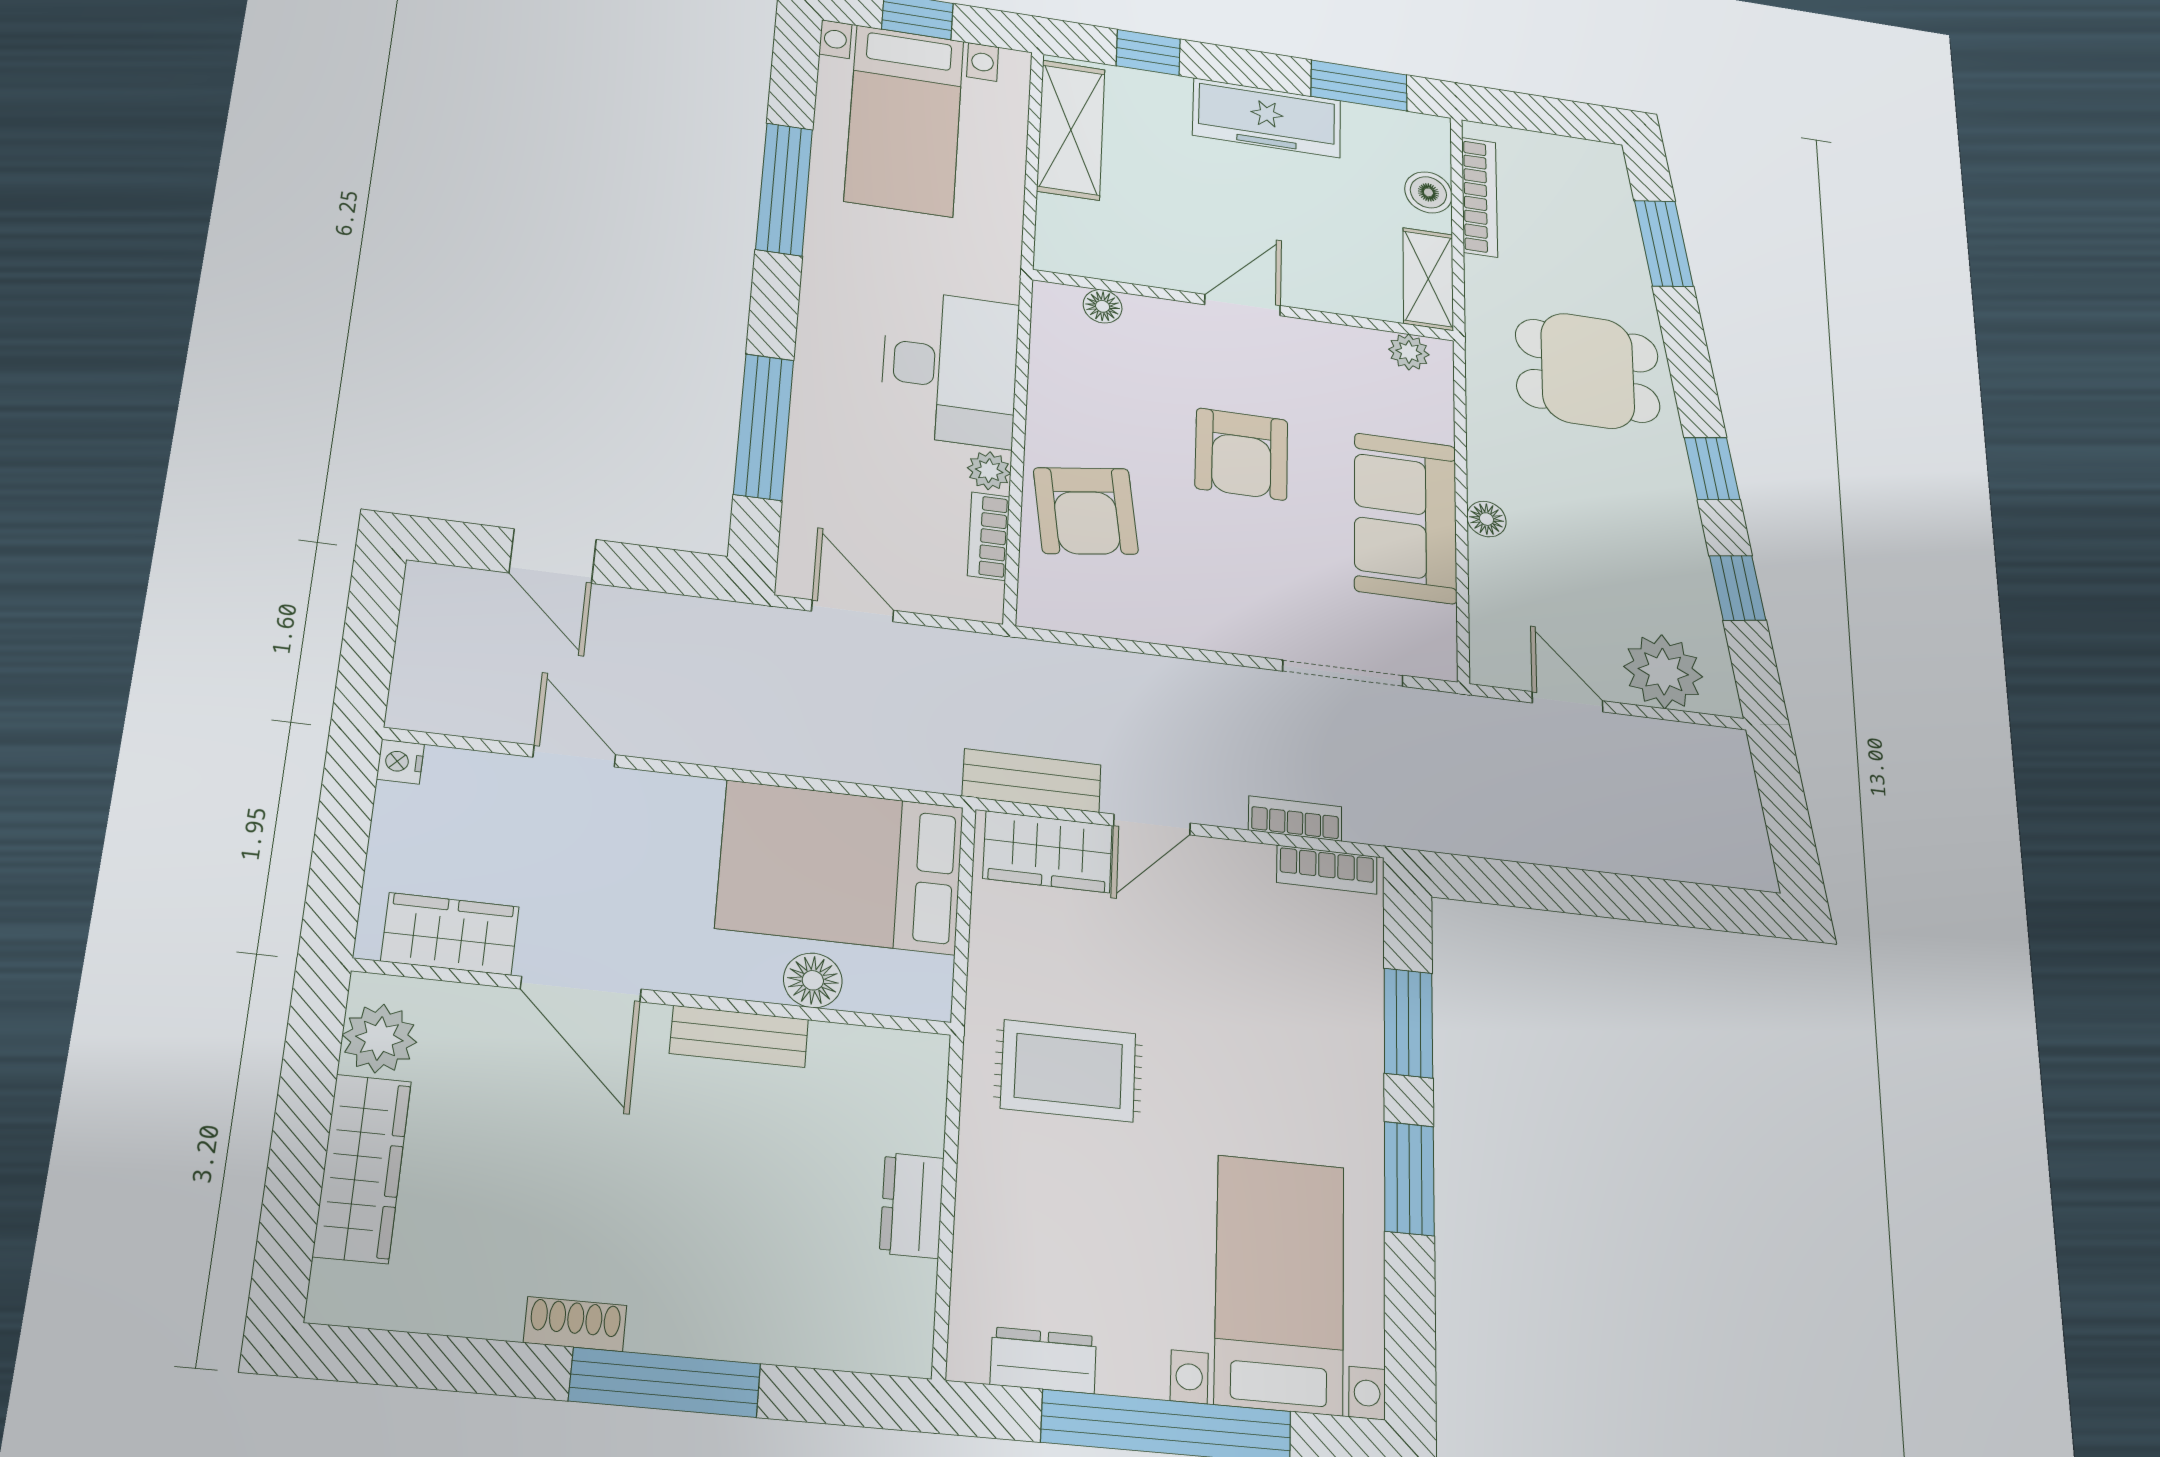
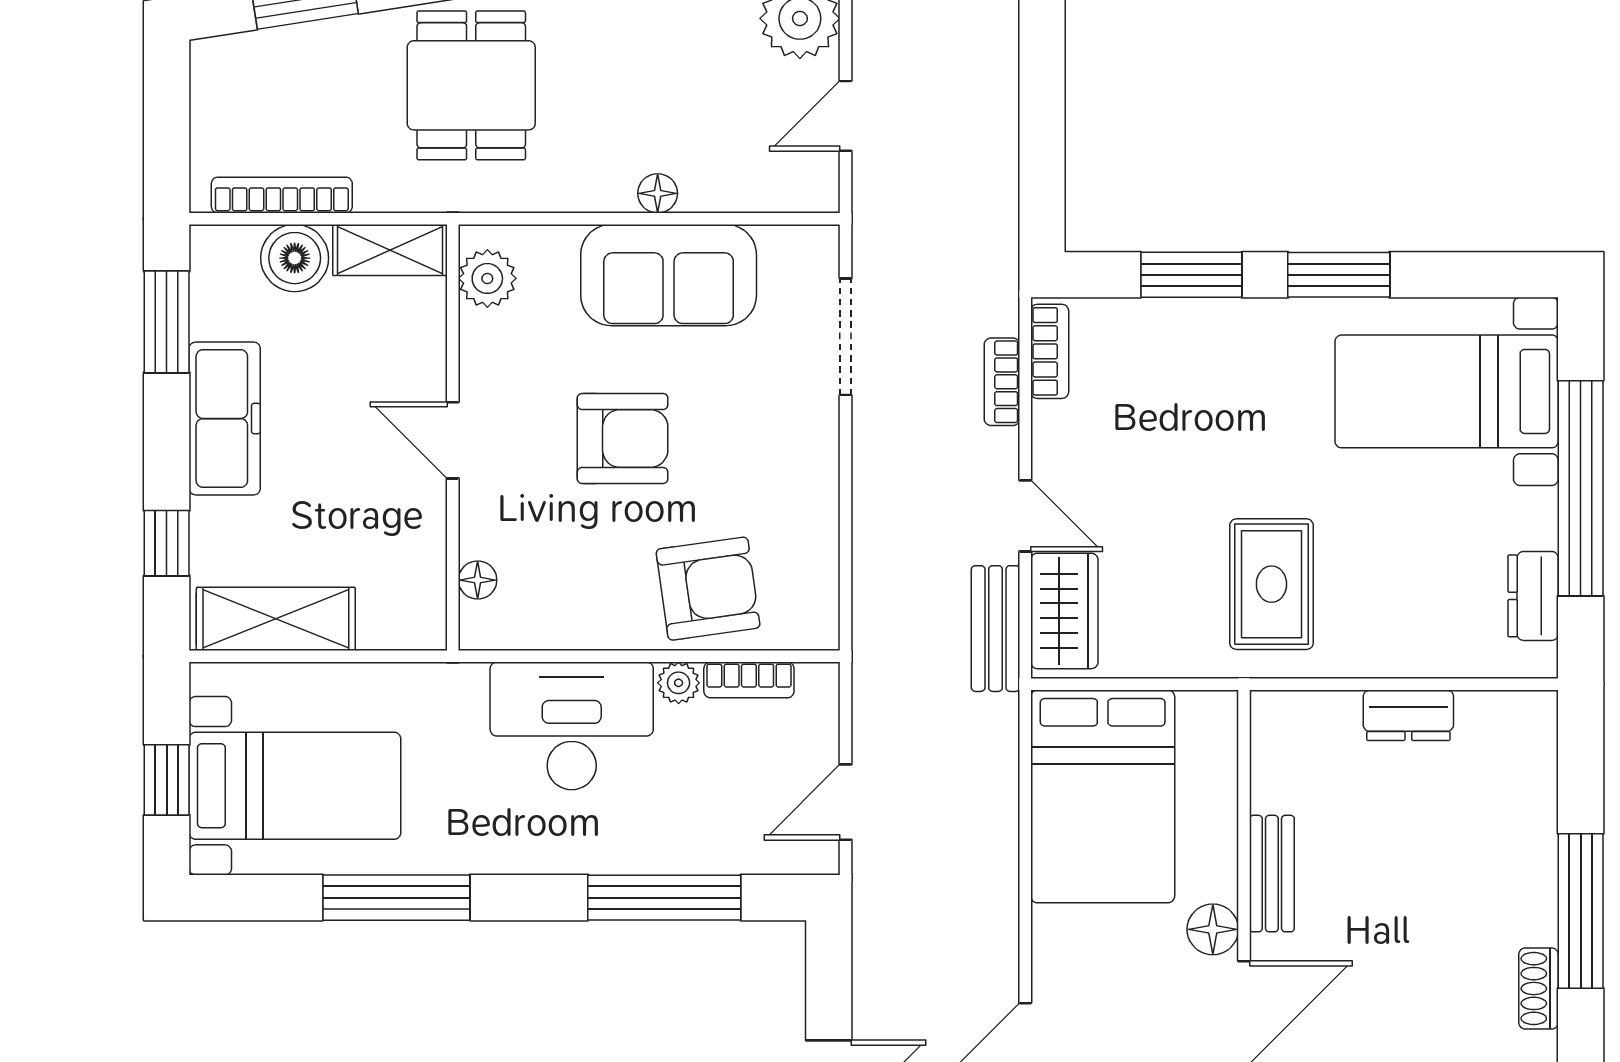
boiler: (1428, 192) -> (295, 258), width x1.36, depth x1.36
plant: (1409, 352) -> (487, 278), width x1.38, depth x1.38
floor lamp: (813, 980) -> (1213, 929), moved

